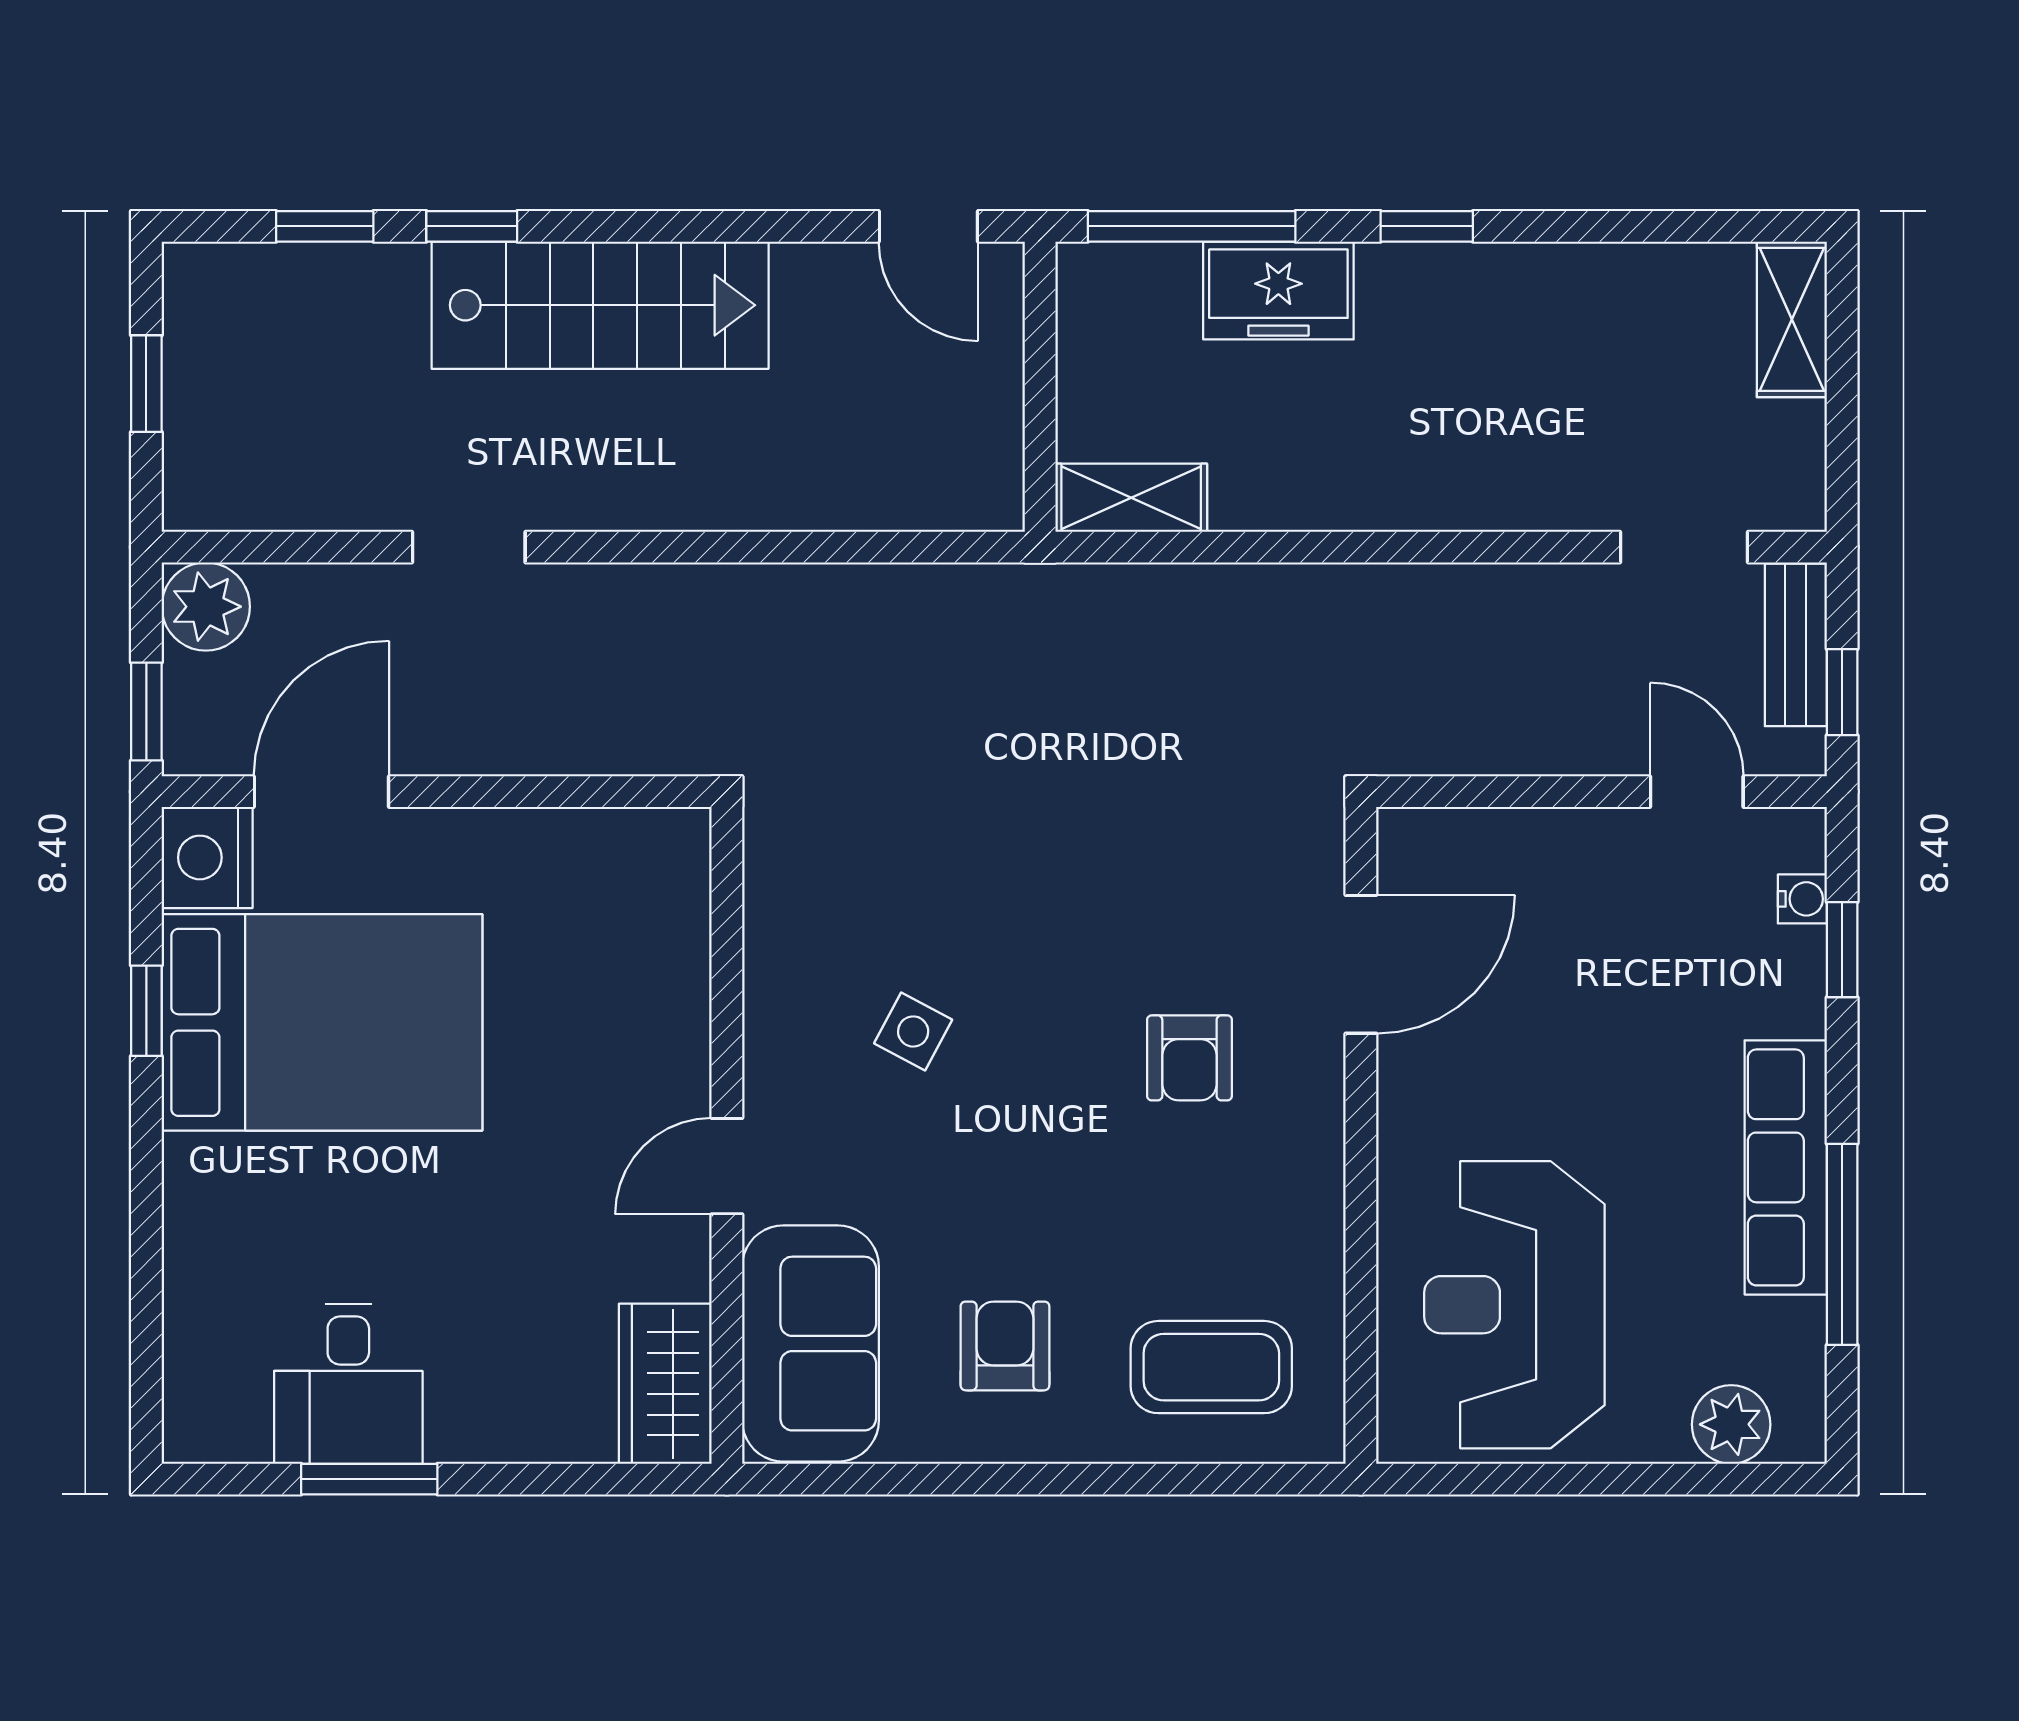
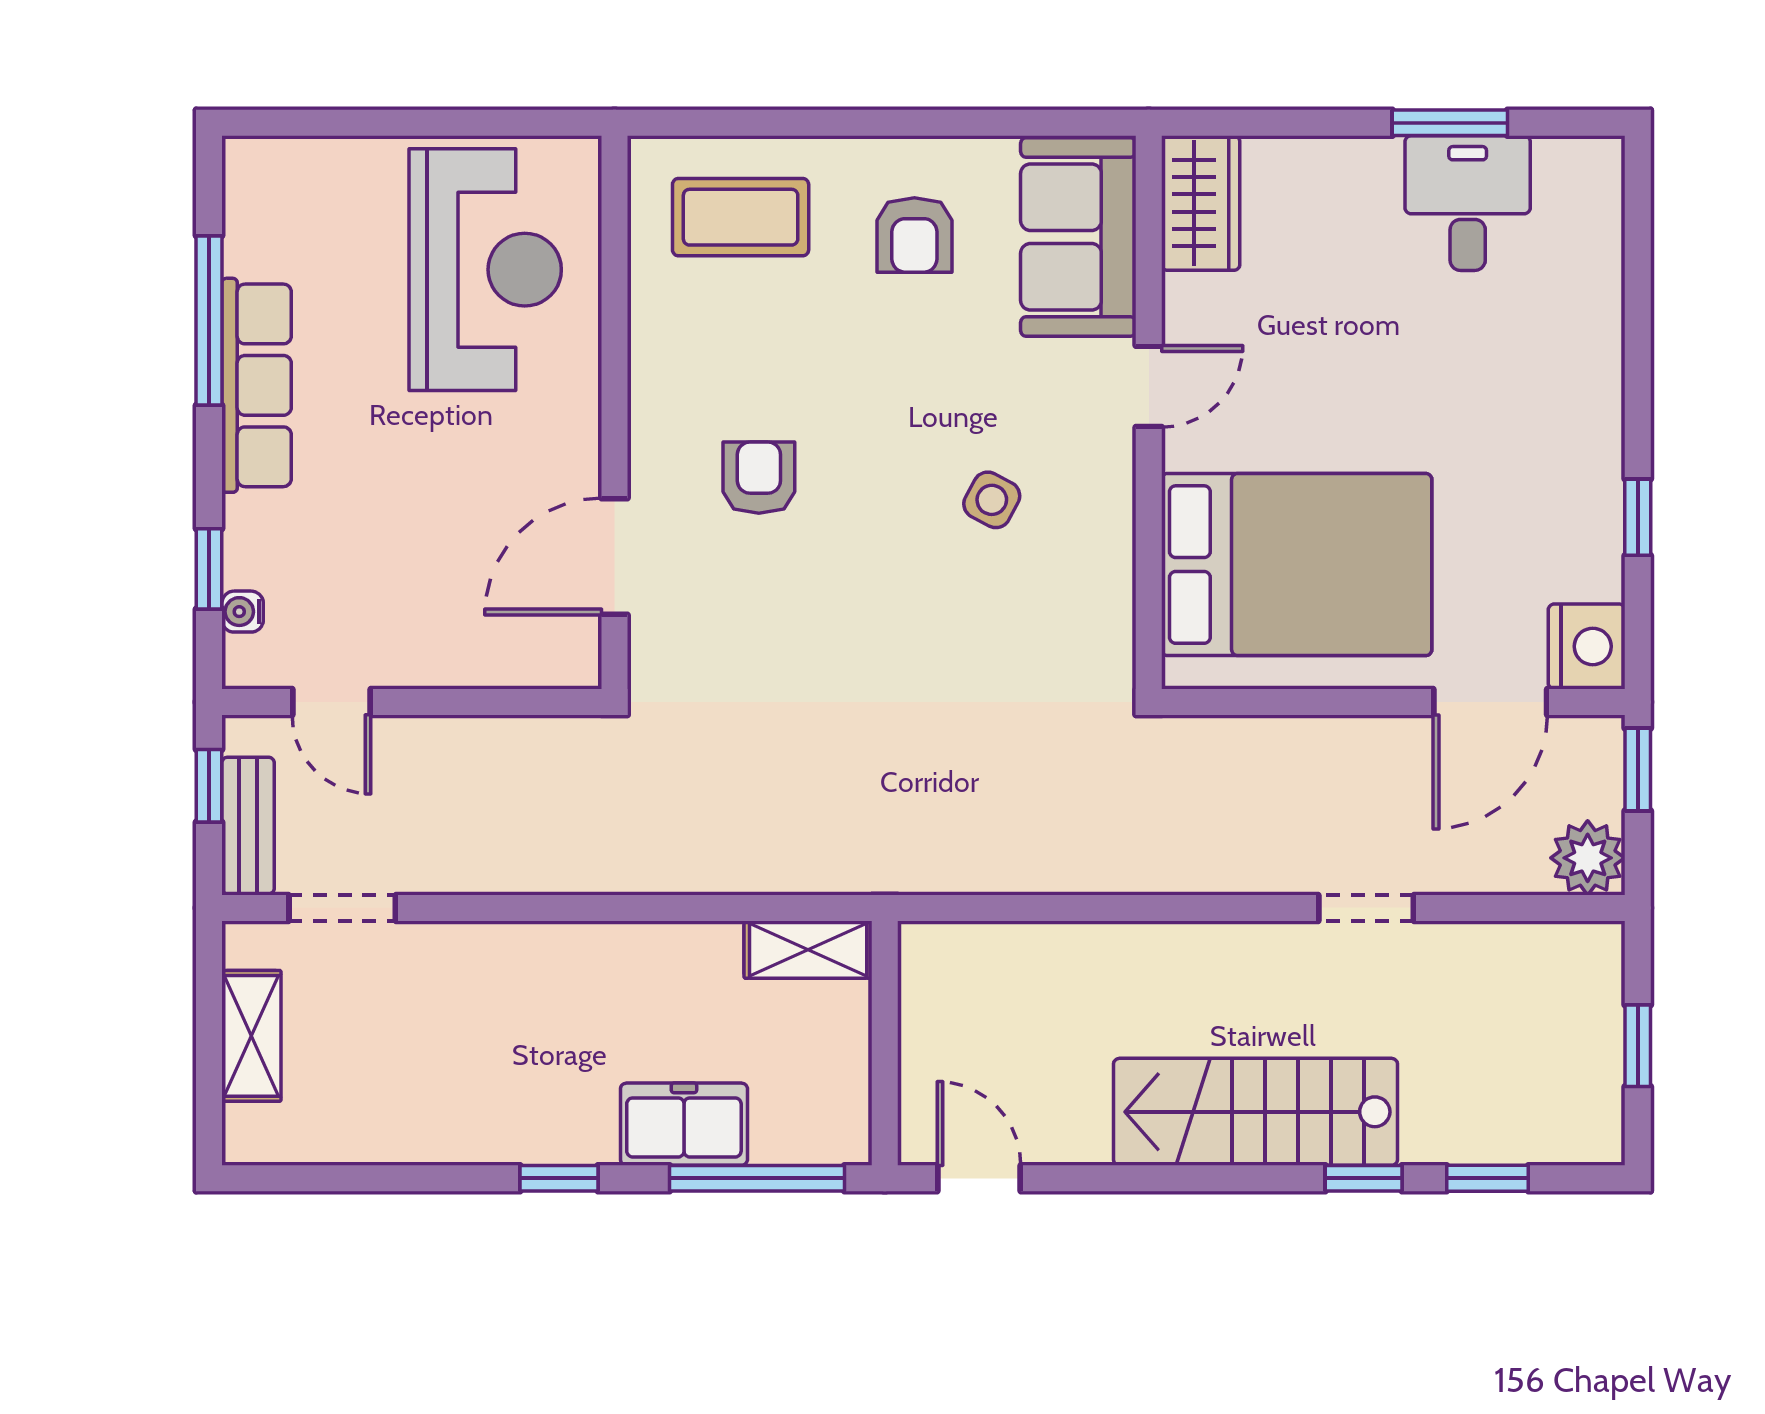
shelving: (1792, 319) -> (251, 1036), moved
bed: (322, 1022) -> (1297, 565), moved, turned 180
plant: (1731, 1424) -> (303, 169), removed

